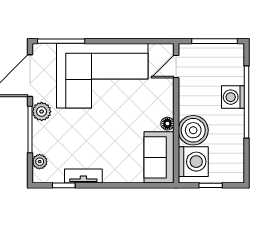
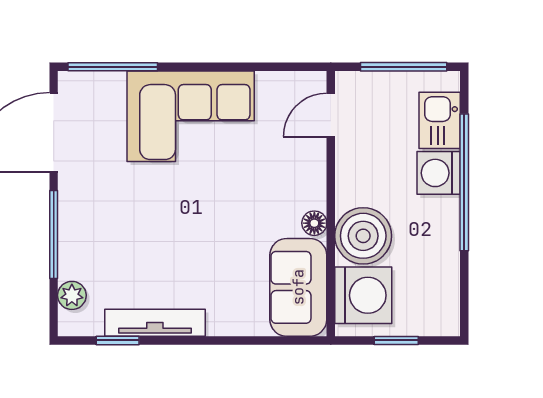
kitchen sink: (233, 69) -> (440, 120), added
corner sofa: (102, 76) -> (191, 116), width x0.73, depth x0.74
plant: (42, 112) -> (76, 200), removed
tv unit: (83, 176) -> (155, 323), width x1.41

